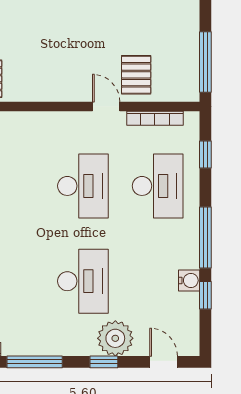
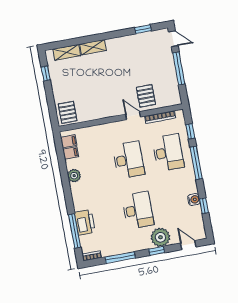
window: (205, 62) -> (179, 68), moved
window: (205, 237) -> (196, 163), moved

